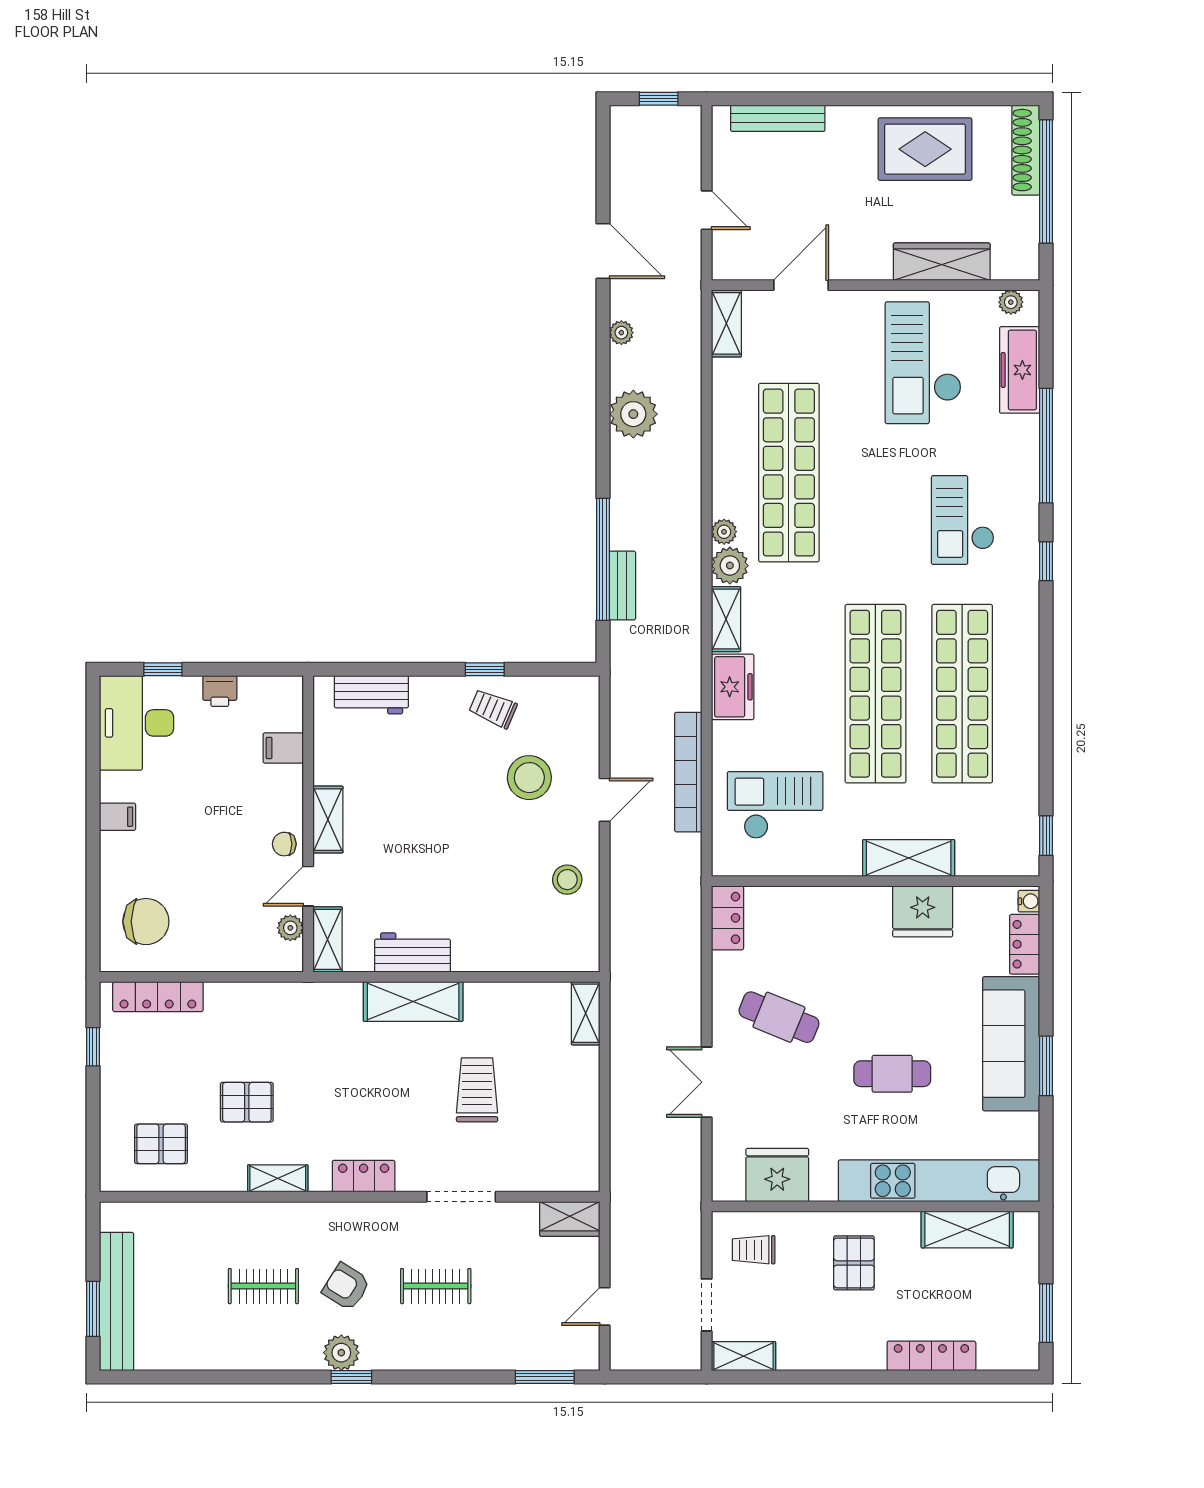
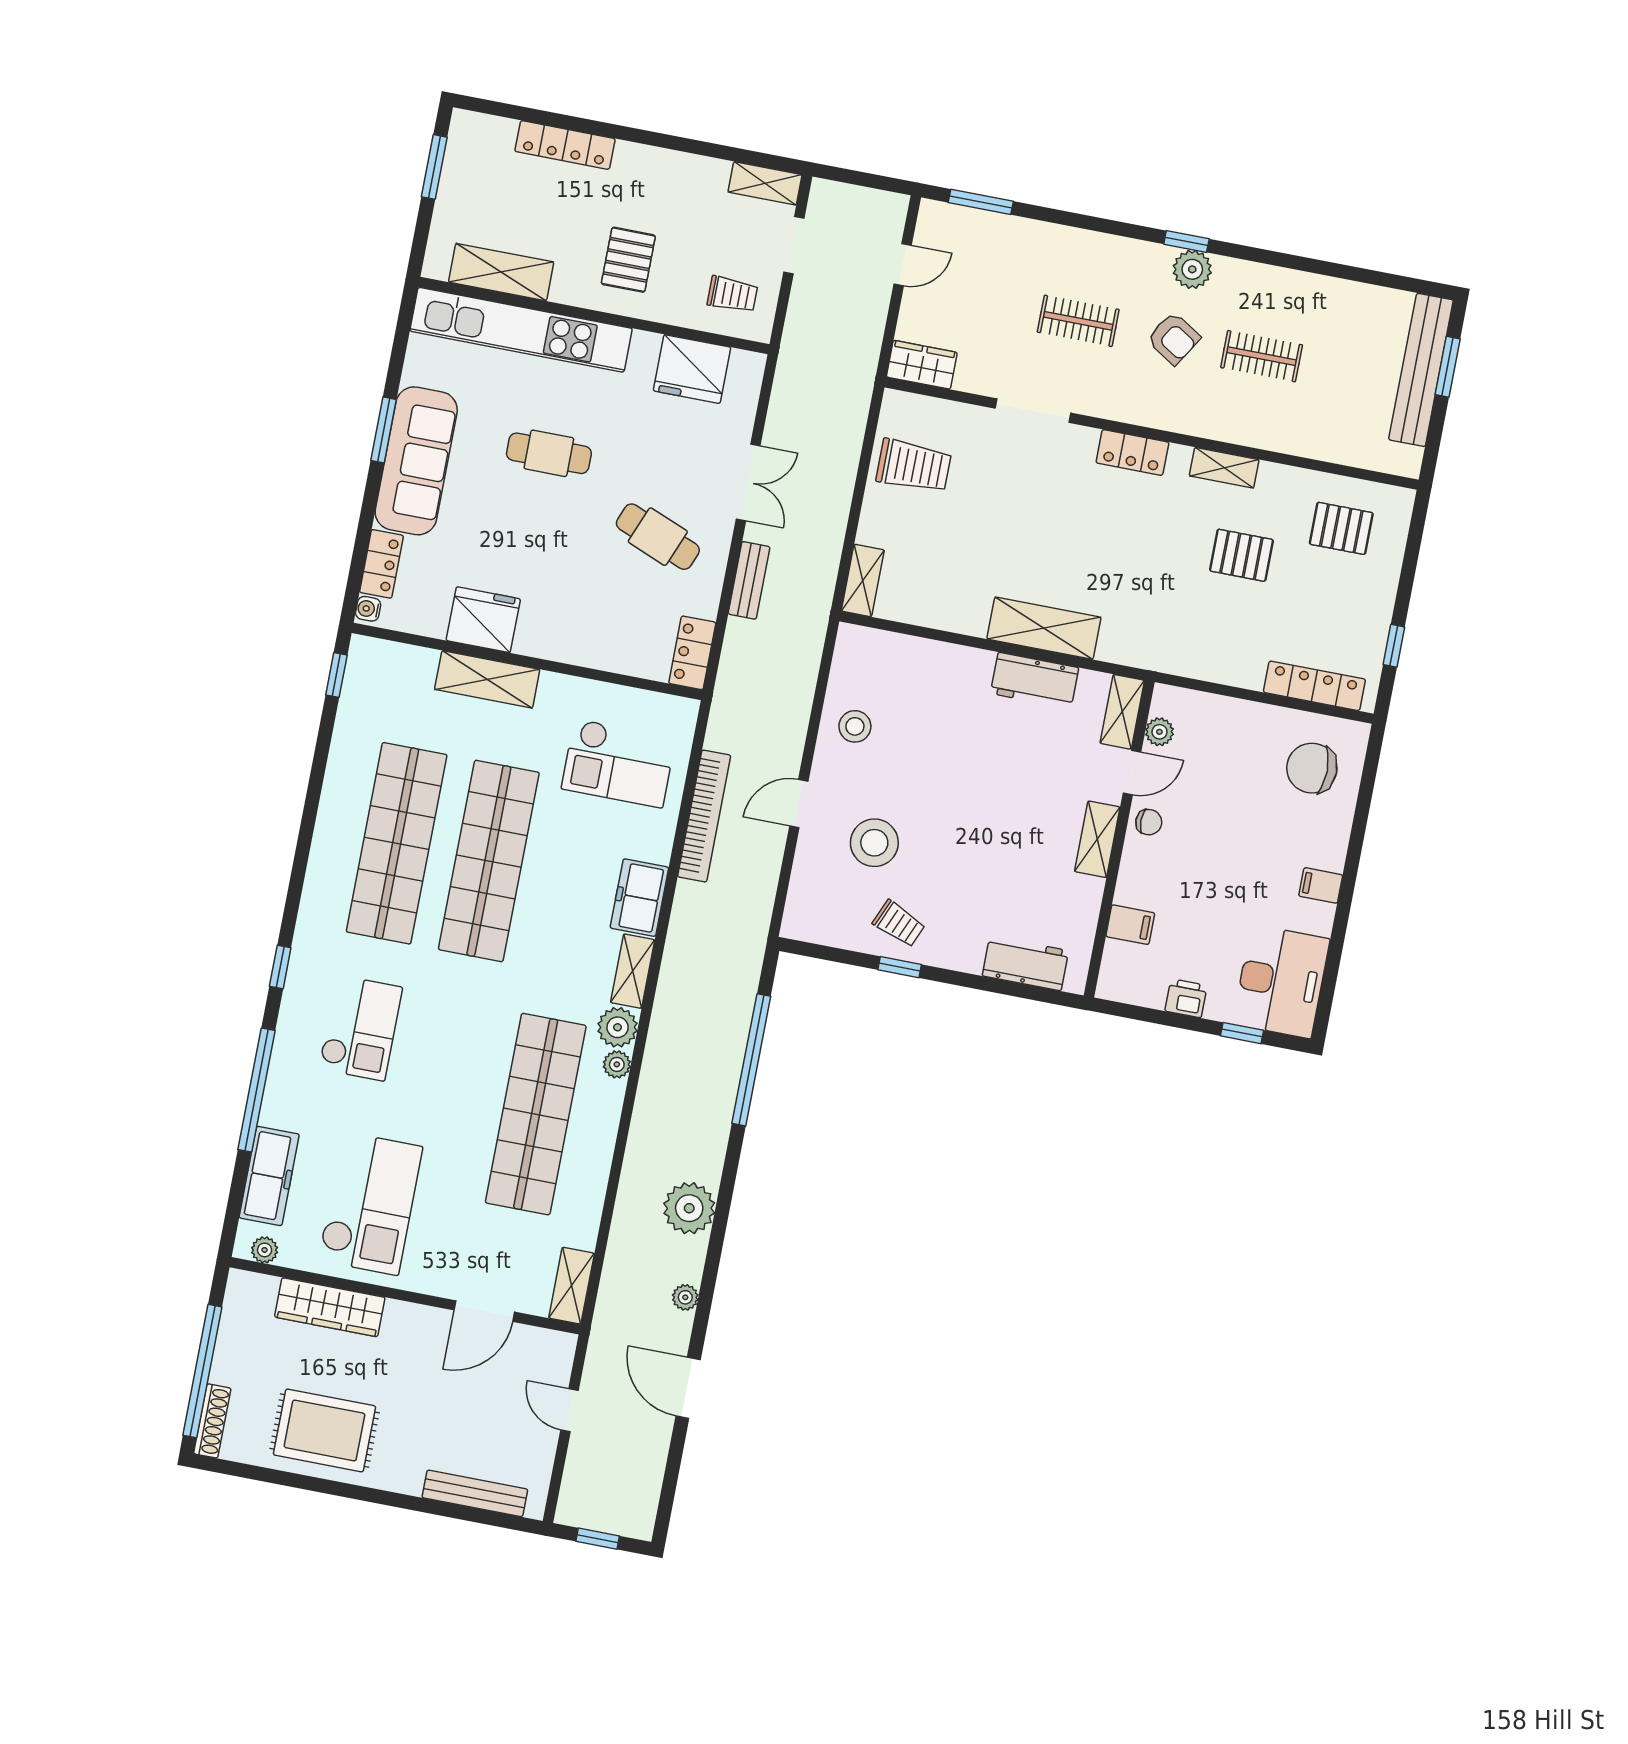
shoe rack: (1026, 150) -> (212, 1421), width x0.74, depth x0.81
bench: (622, 586) -> (749, 580), moved
trolley: (477, 1090) -> (914, 466), moved, turned -90

